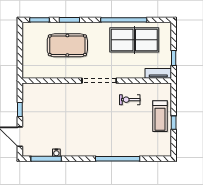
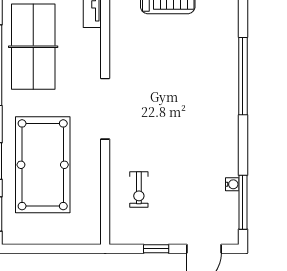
pool table: (67, 45) -> (43, 165), width x1.36, depth x1.32
exercise bike: (130, 100) -> (139, 189), moved

